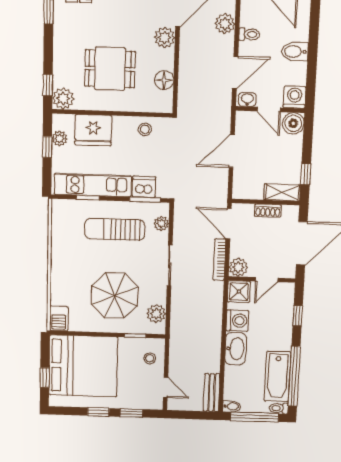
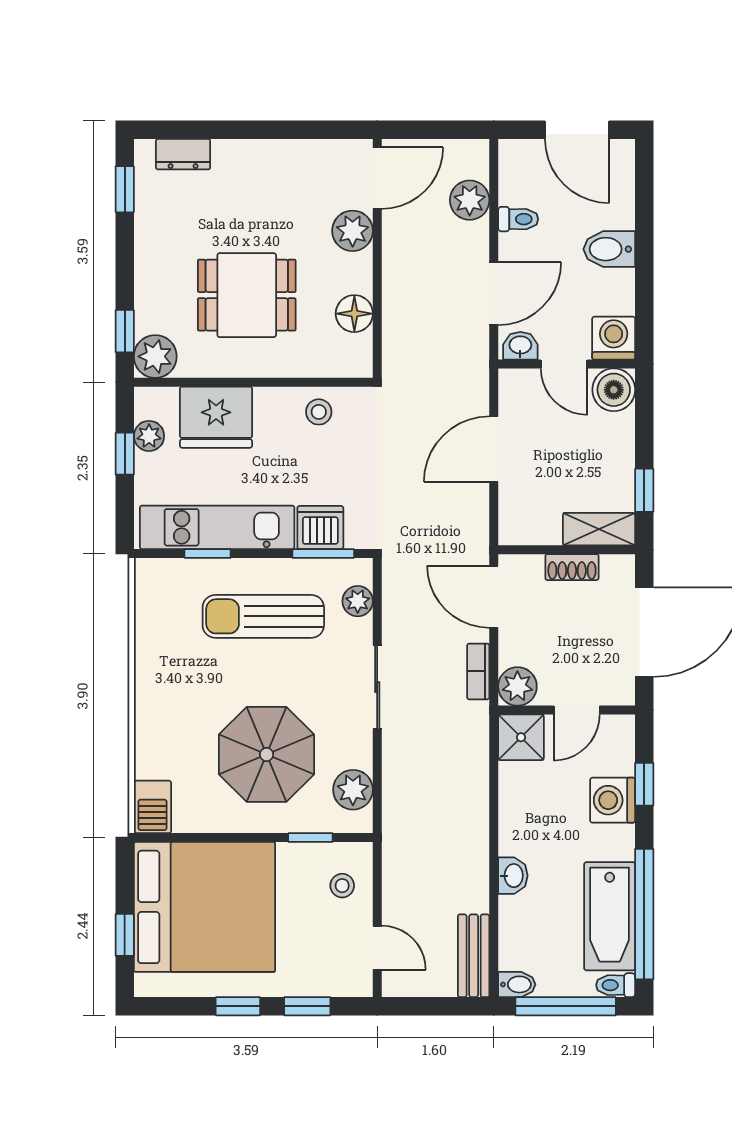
bookcase: (219, 260) -> (478, 671), width x0.64
washing machine: (237, 321) -> (613, 800), moved, turned 180
washbasin: (236, 349) -> (513, 876), width x0.52, depth x0.69

